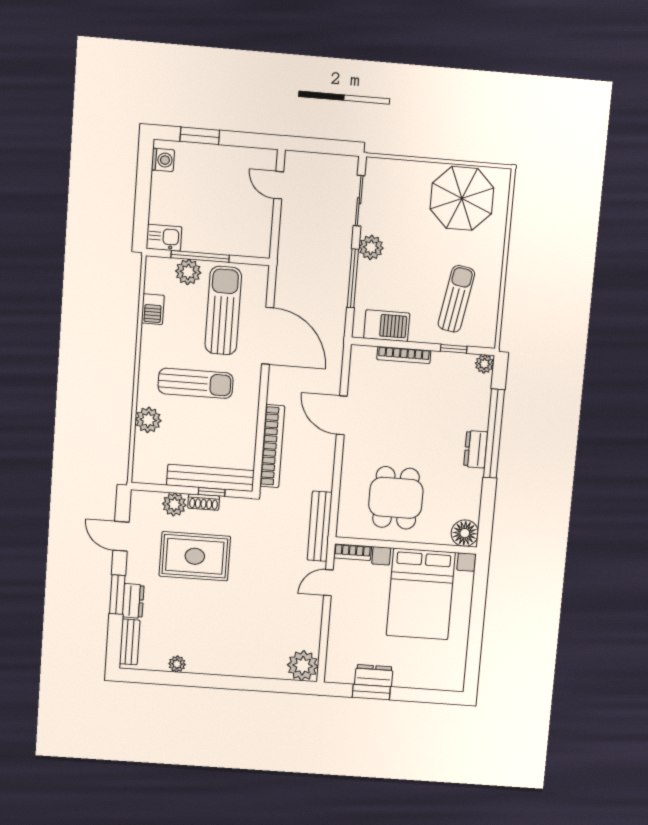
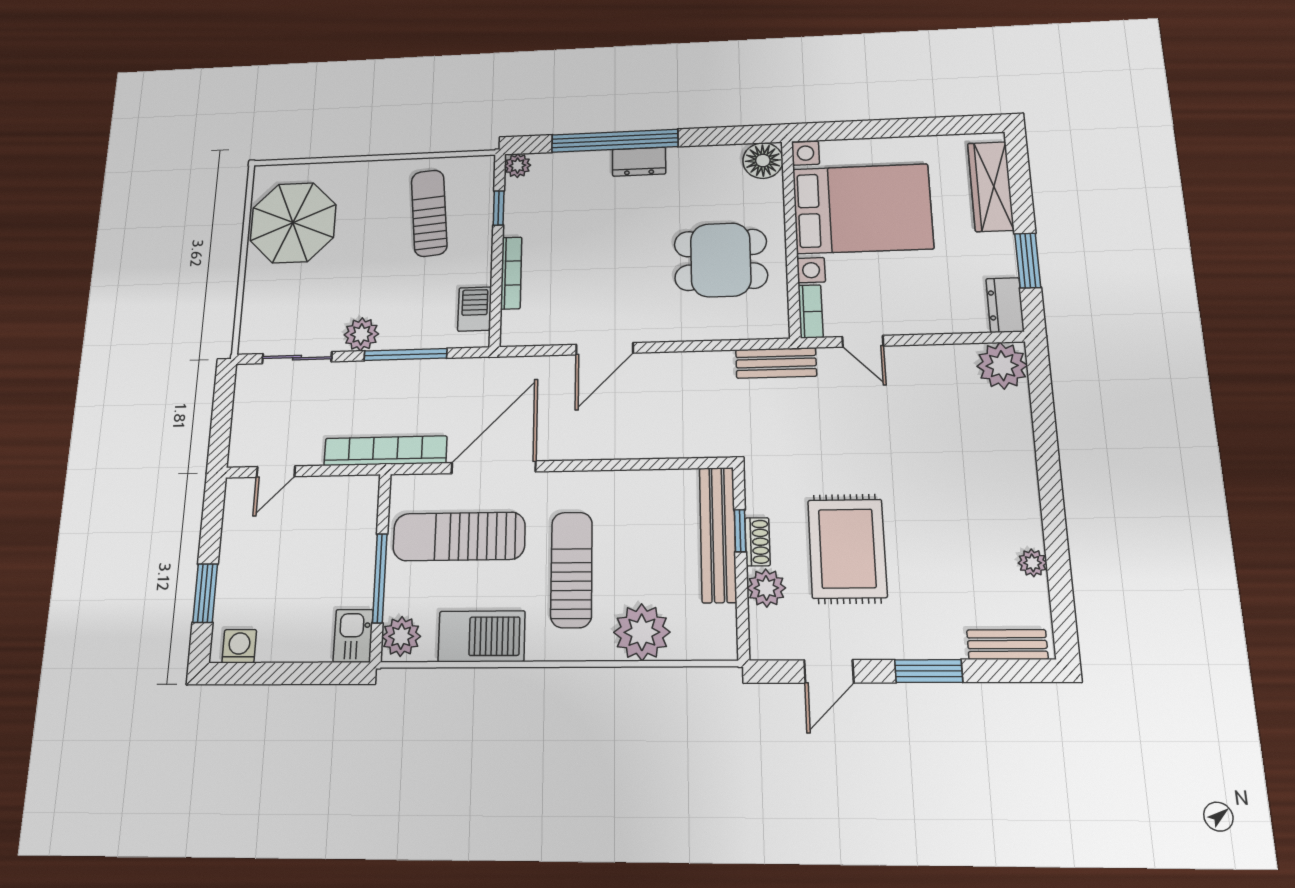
plant: (188, 272) -> (401, 636), moved
sun lounger: (456, 299) -> (429, 213), turned 75
barbecue: (153, 309) -> (482, 636), width x1.88, depth x1.53
barbecue: (387, 326) -> (475, 309), width x0.73, depth x0.79
plant: (148, 420) -> (642, 632), width x1.36, depth x1.36
bookcase: (272, 446) -> (385, 451), moved
bench: (320, 526) -> (776, 363), width x0.73
dresser: (133, 601) -> (936, 643), removed
dresser: (374, 676) -> (1005, 305), moved
wardrobe: (426, 677) -> (991, 186), added

